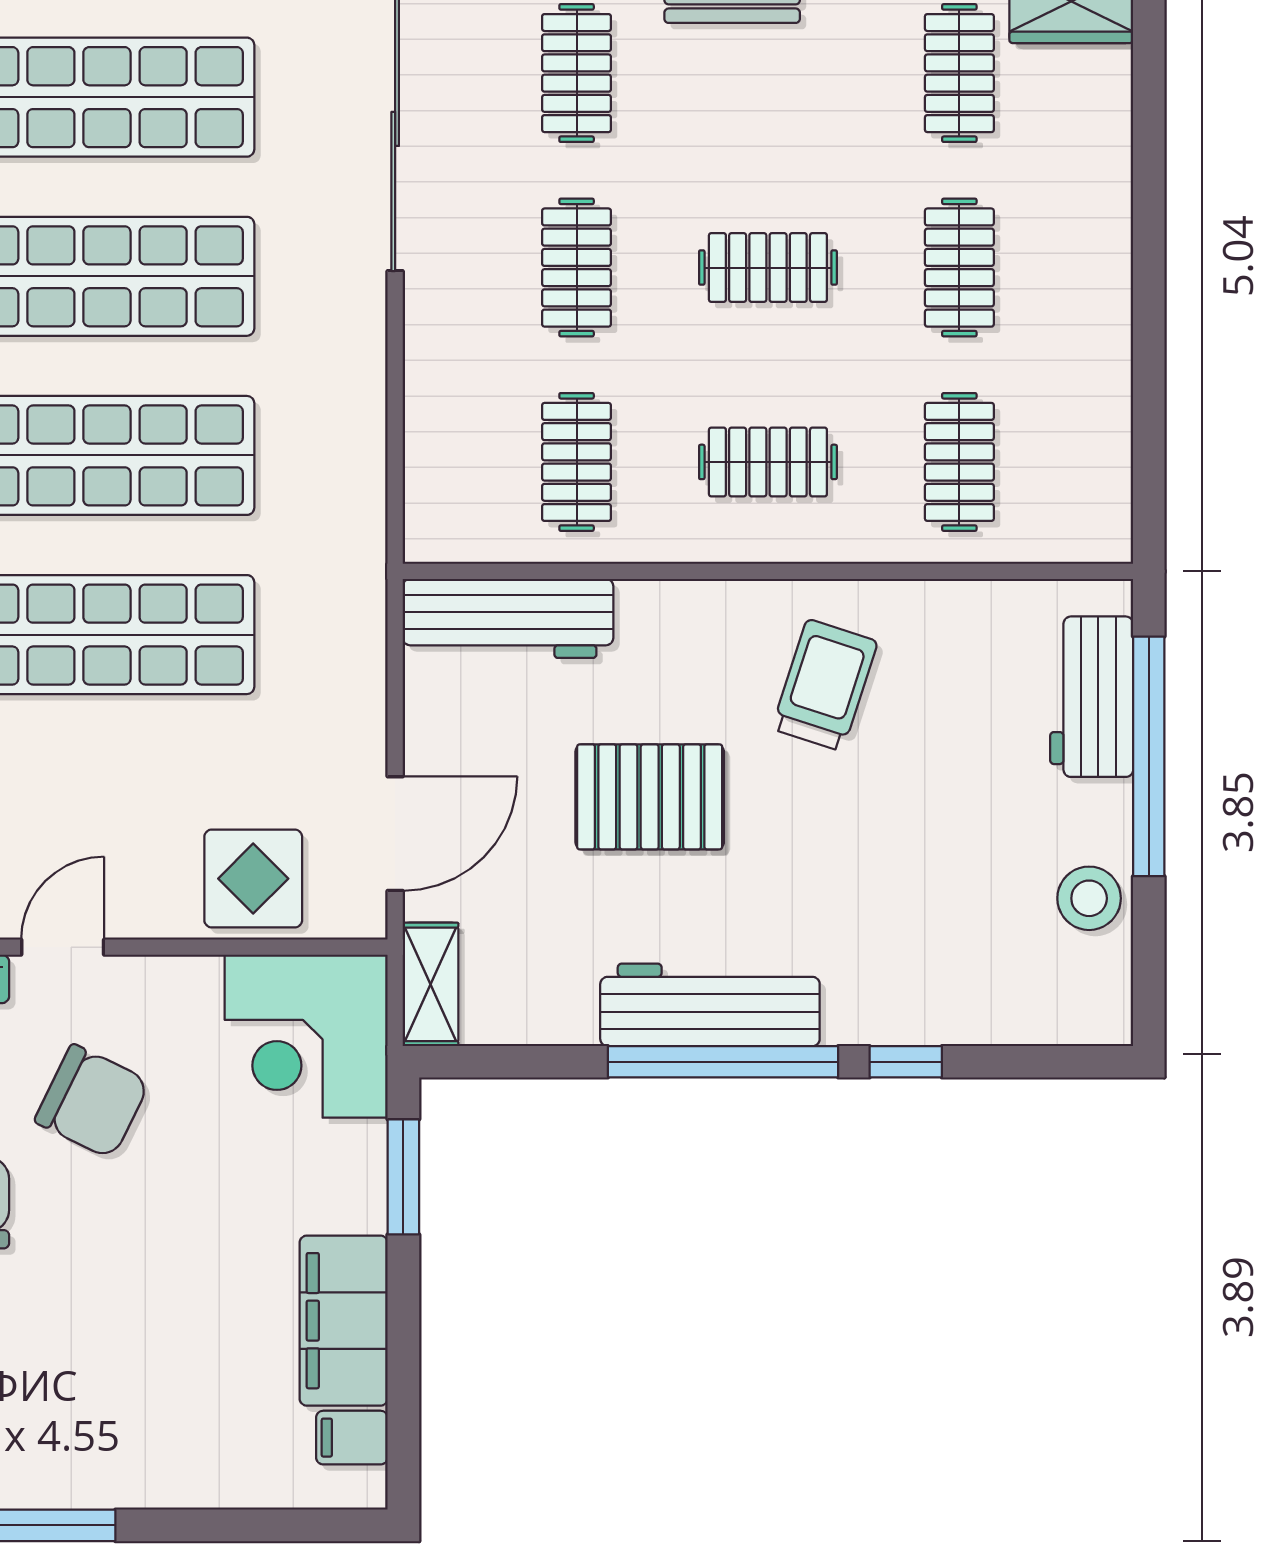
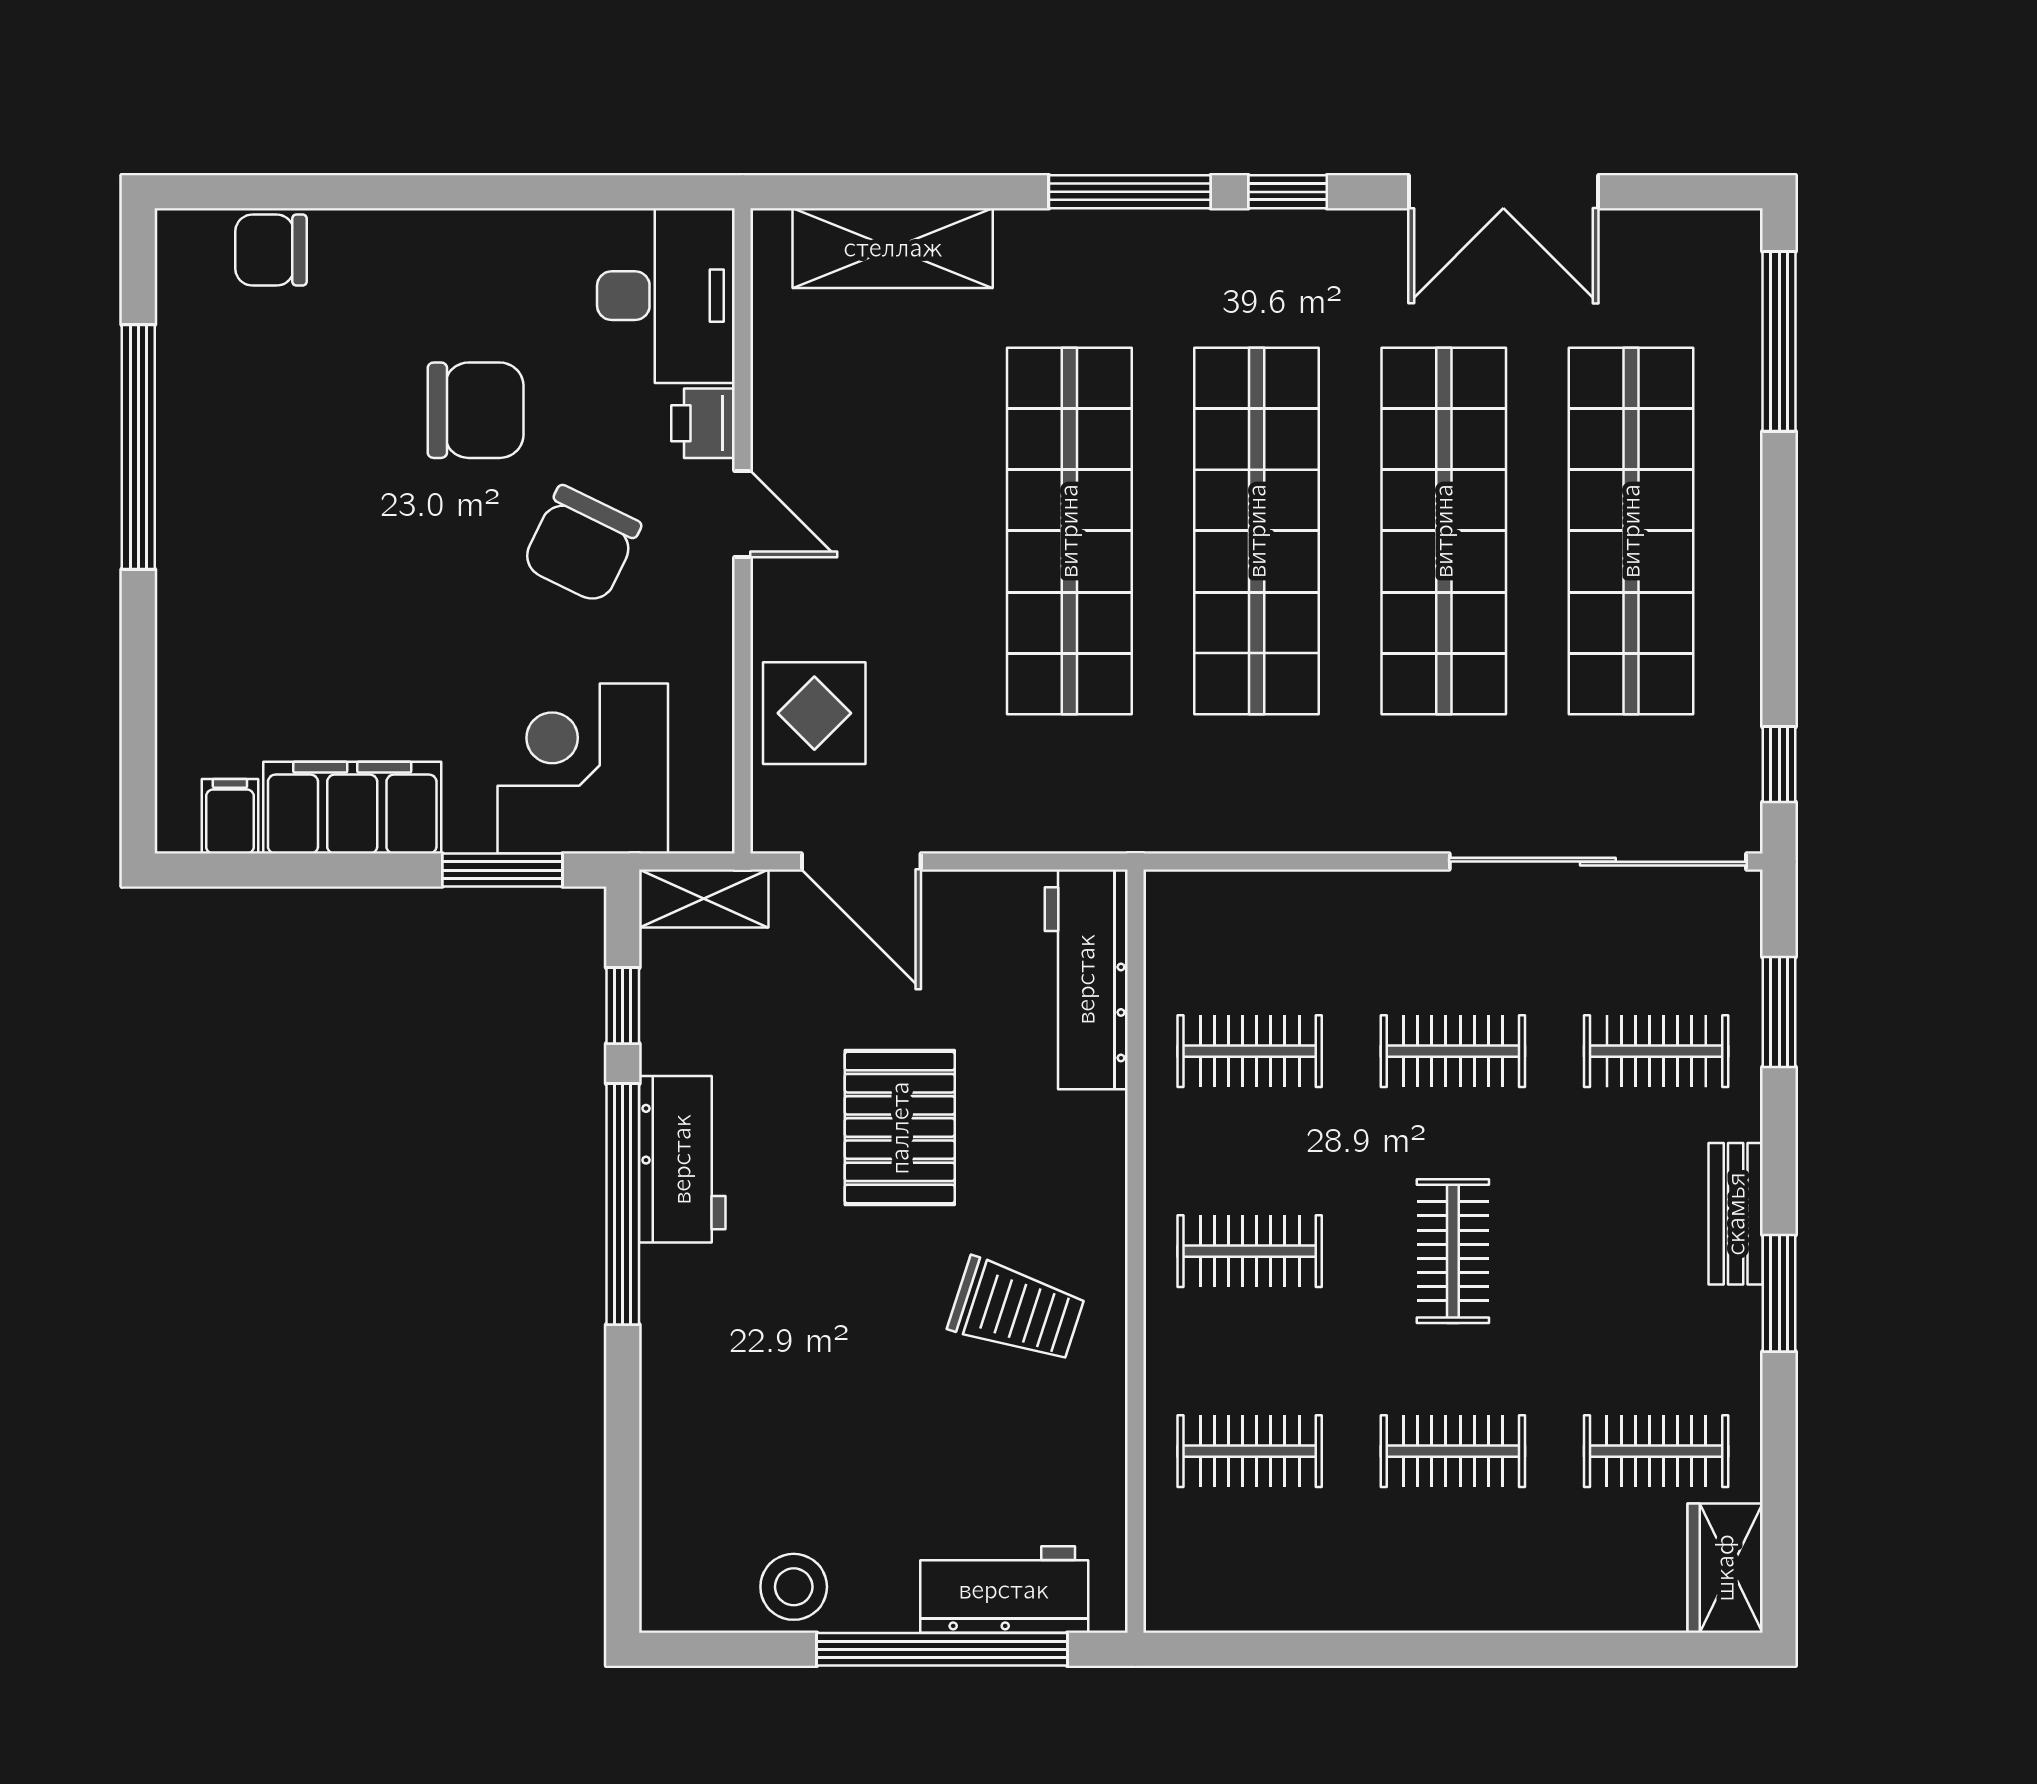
clothes rail: (768, 462) -> (1250, 1251), turned 90
workbench: (710, 1005) -> (682, 1159), width x0.73
corner desk: (306, 1036) -> (583, 769), moved
window: (906, 1062) -> (623, 1006), moved

